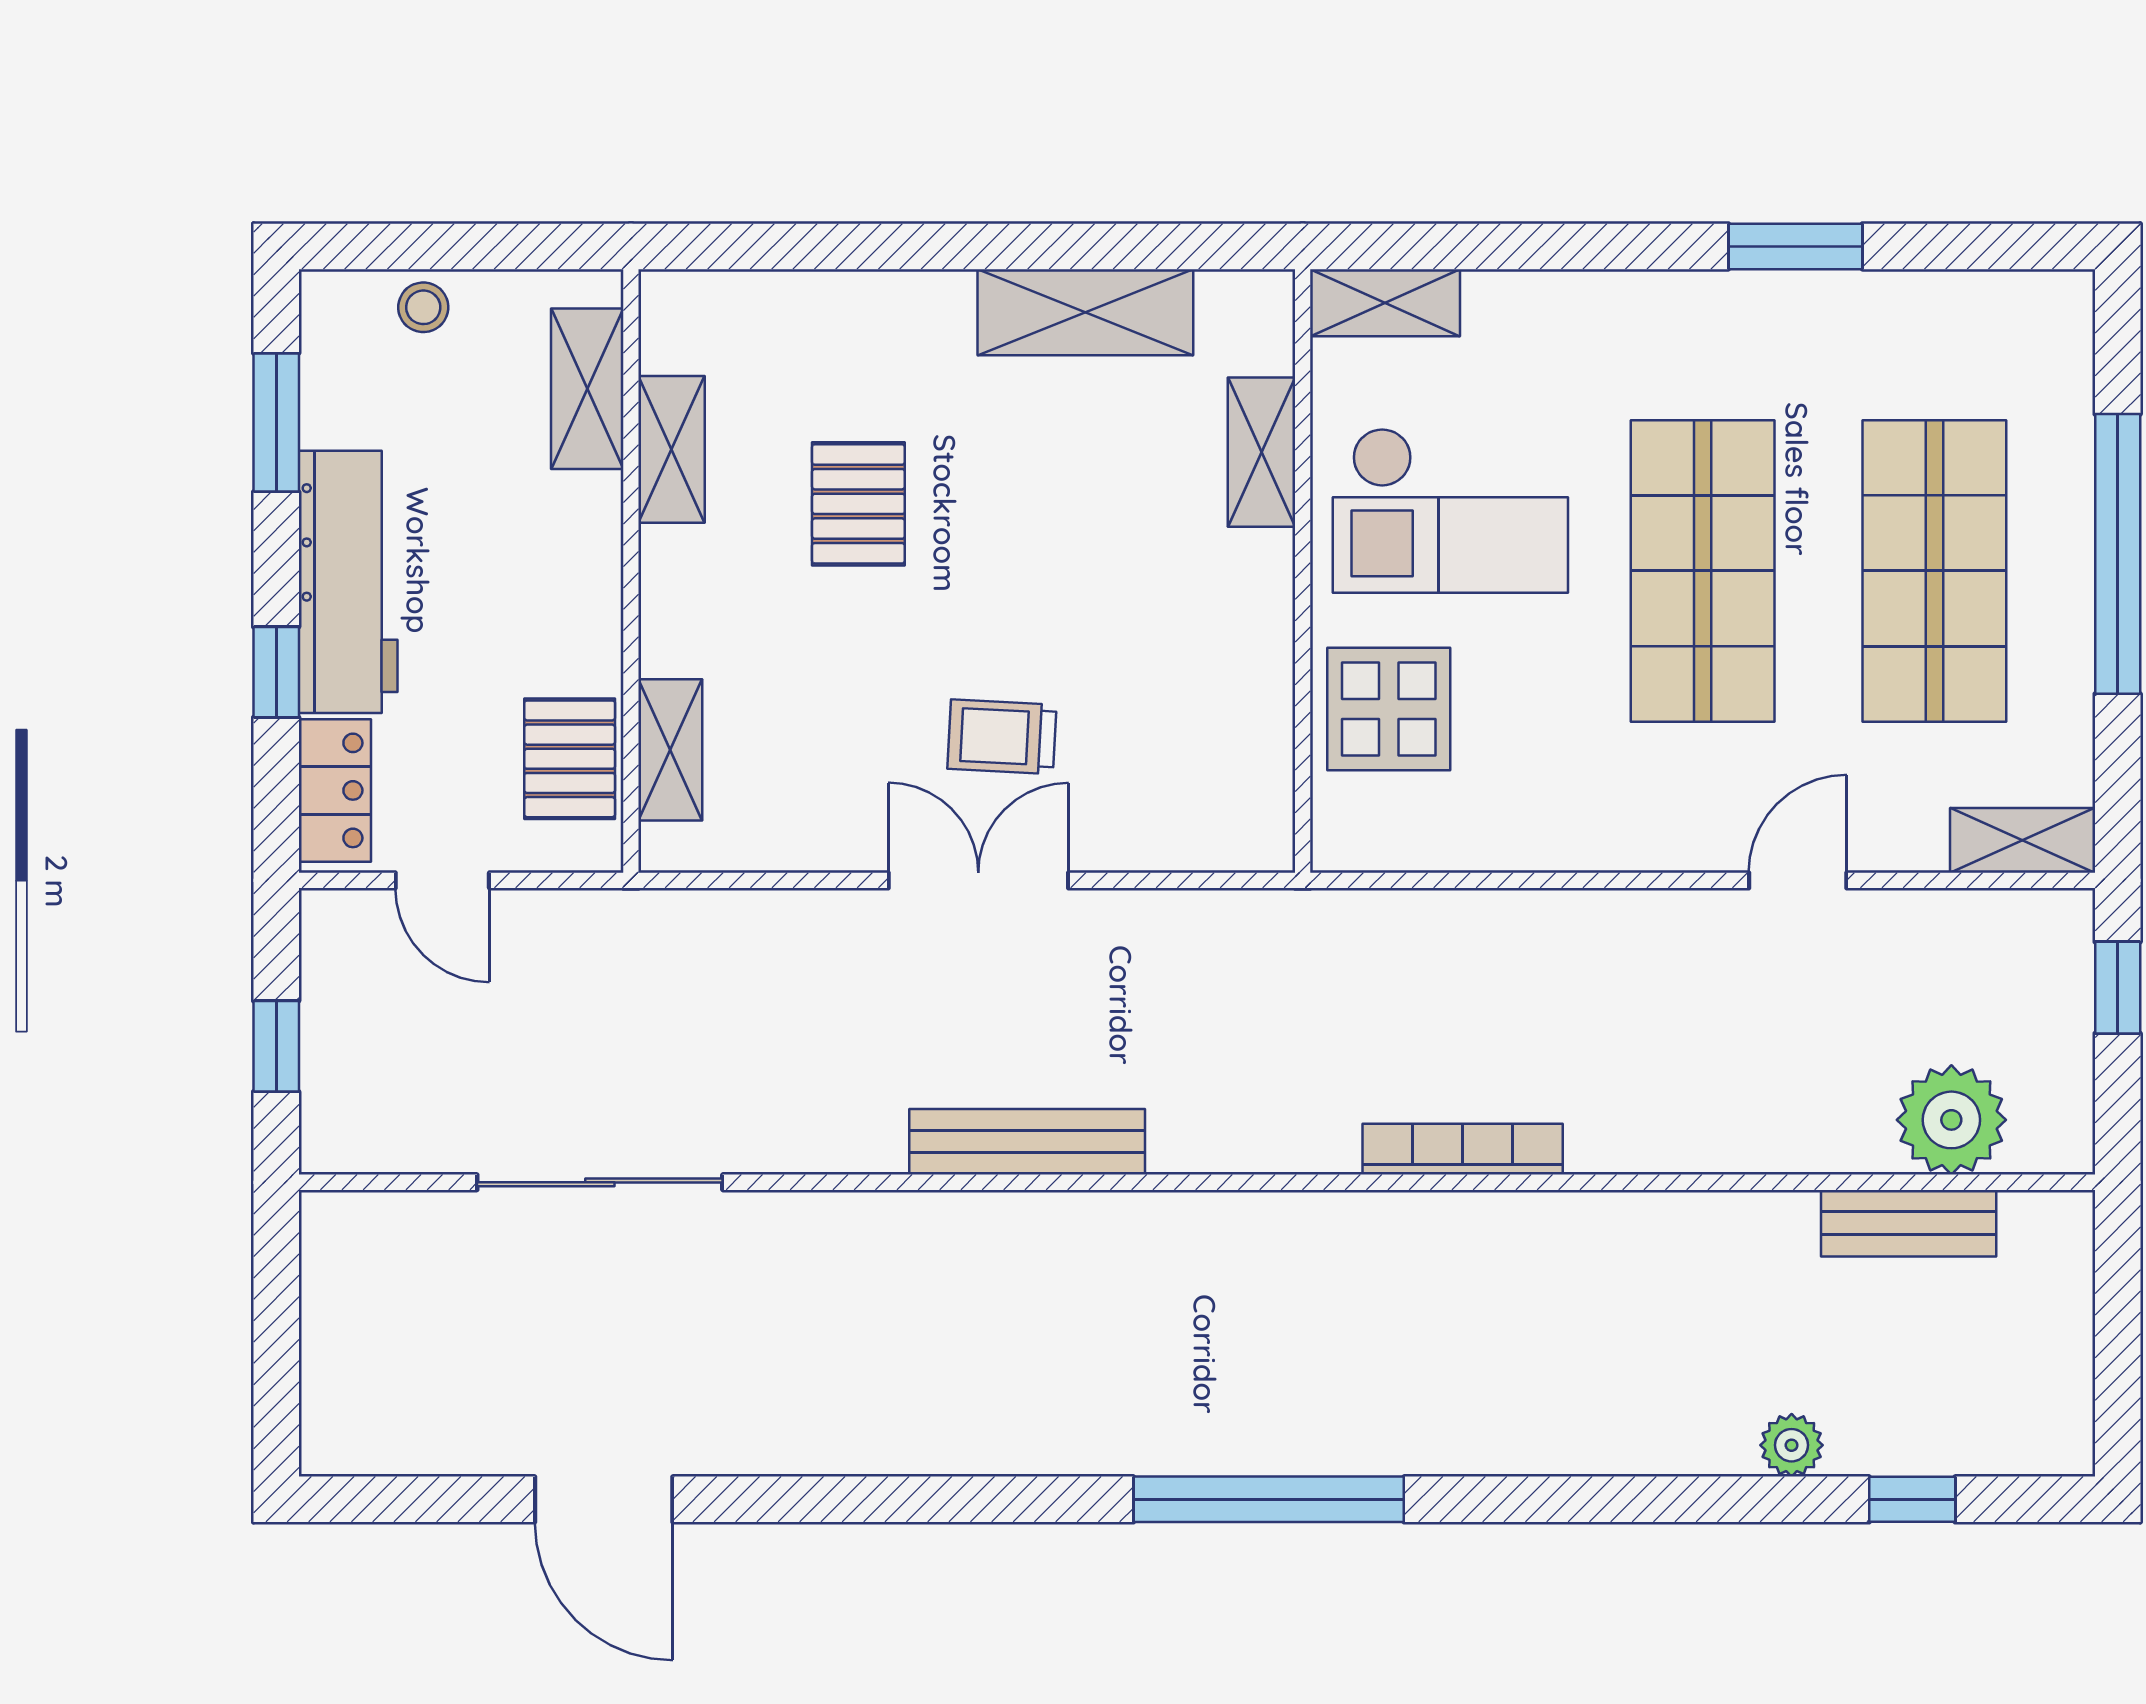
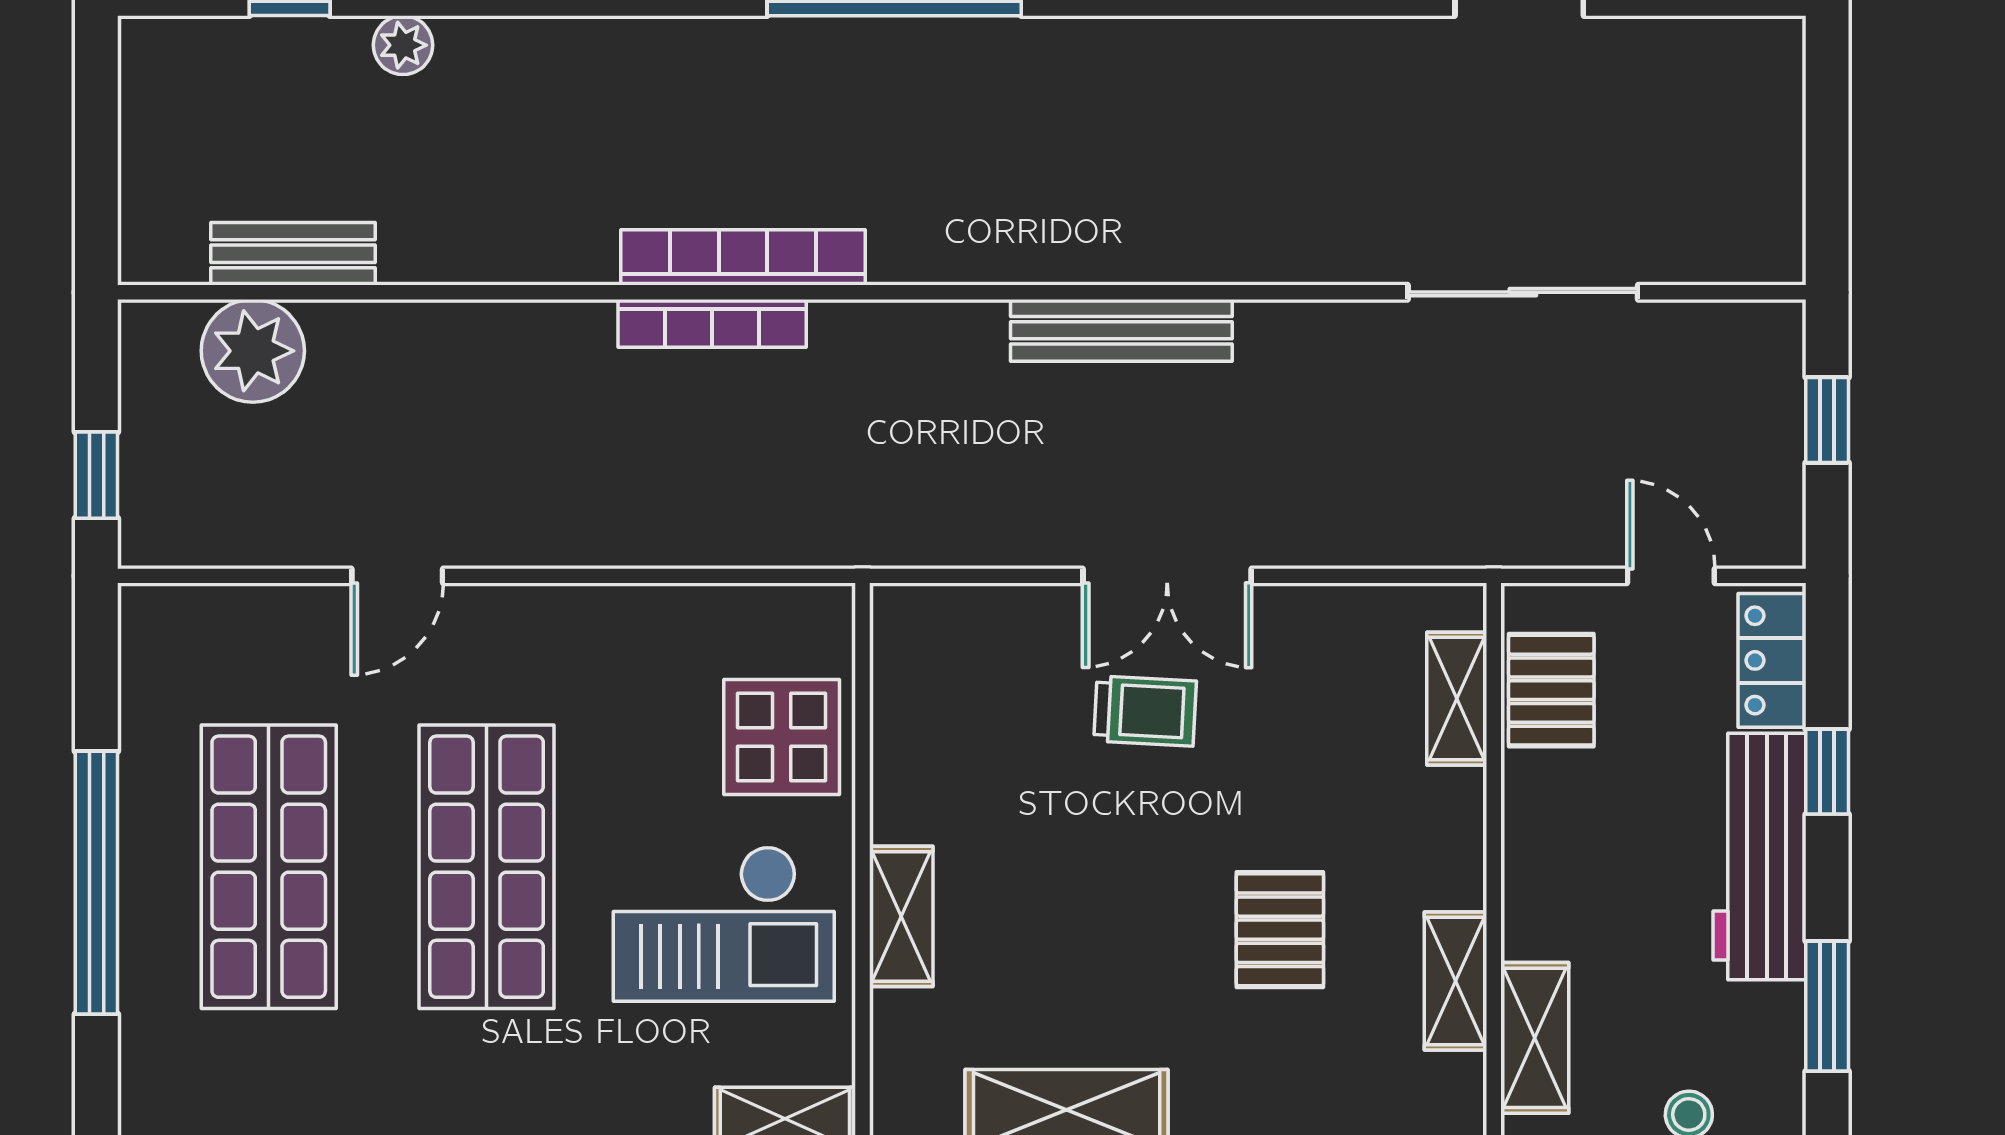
shelving: (1261, 452) -> (901, 916), moved
checkout: (1450, 510) -> (724, 924), turned 180
shelving: (2022, 840) -> (186, 614), removed
bookcase: (1430, 1219) -> (743, 257), added

